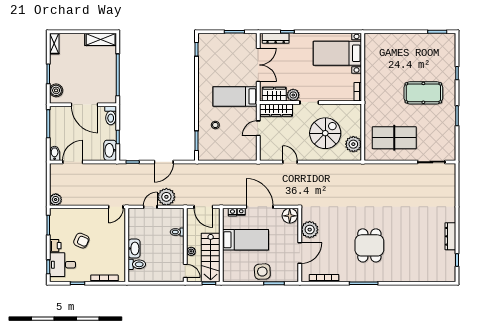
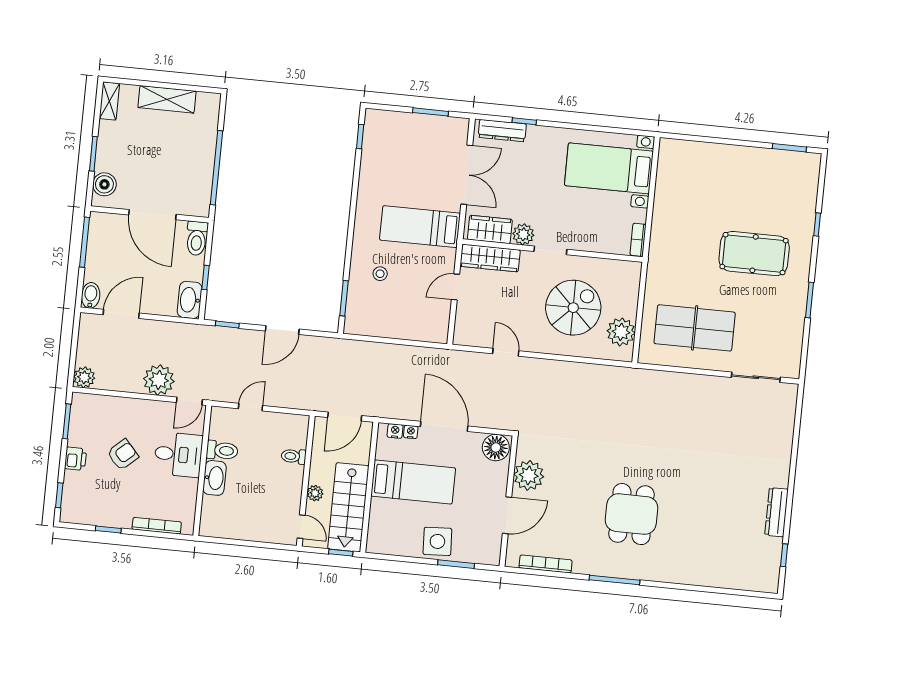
shelving: (101, 39) -> (167, 99), moved
plant: (166, 197) -> (159, 380), moved
door: (203, 207) -> (345, 417), hinge flipped
armchair: (81, 241) -> (123, 455), turned -66
toilet: (137, 264) -> (222, 450), moved
desk: (62, 265) -> (178, 454), moved, turned 180

